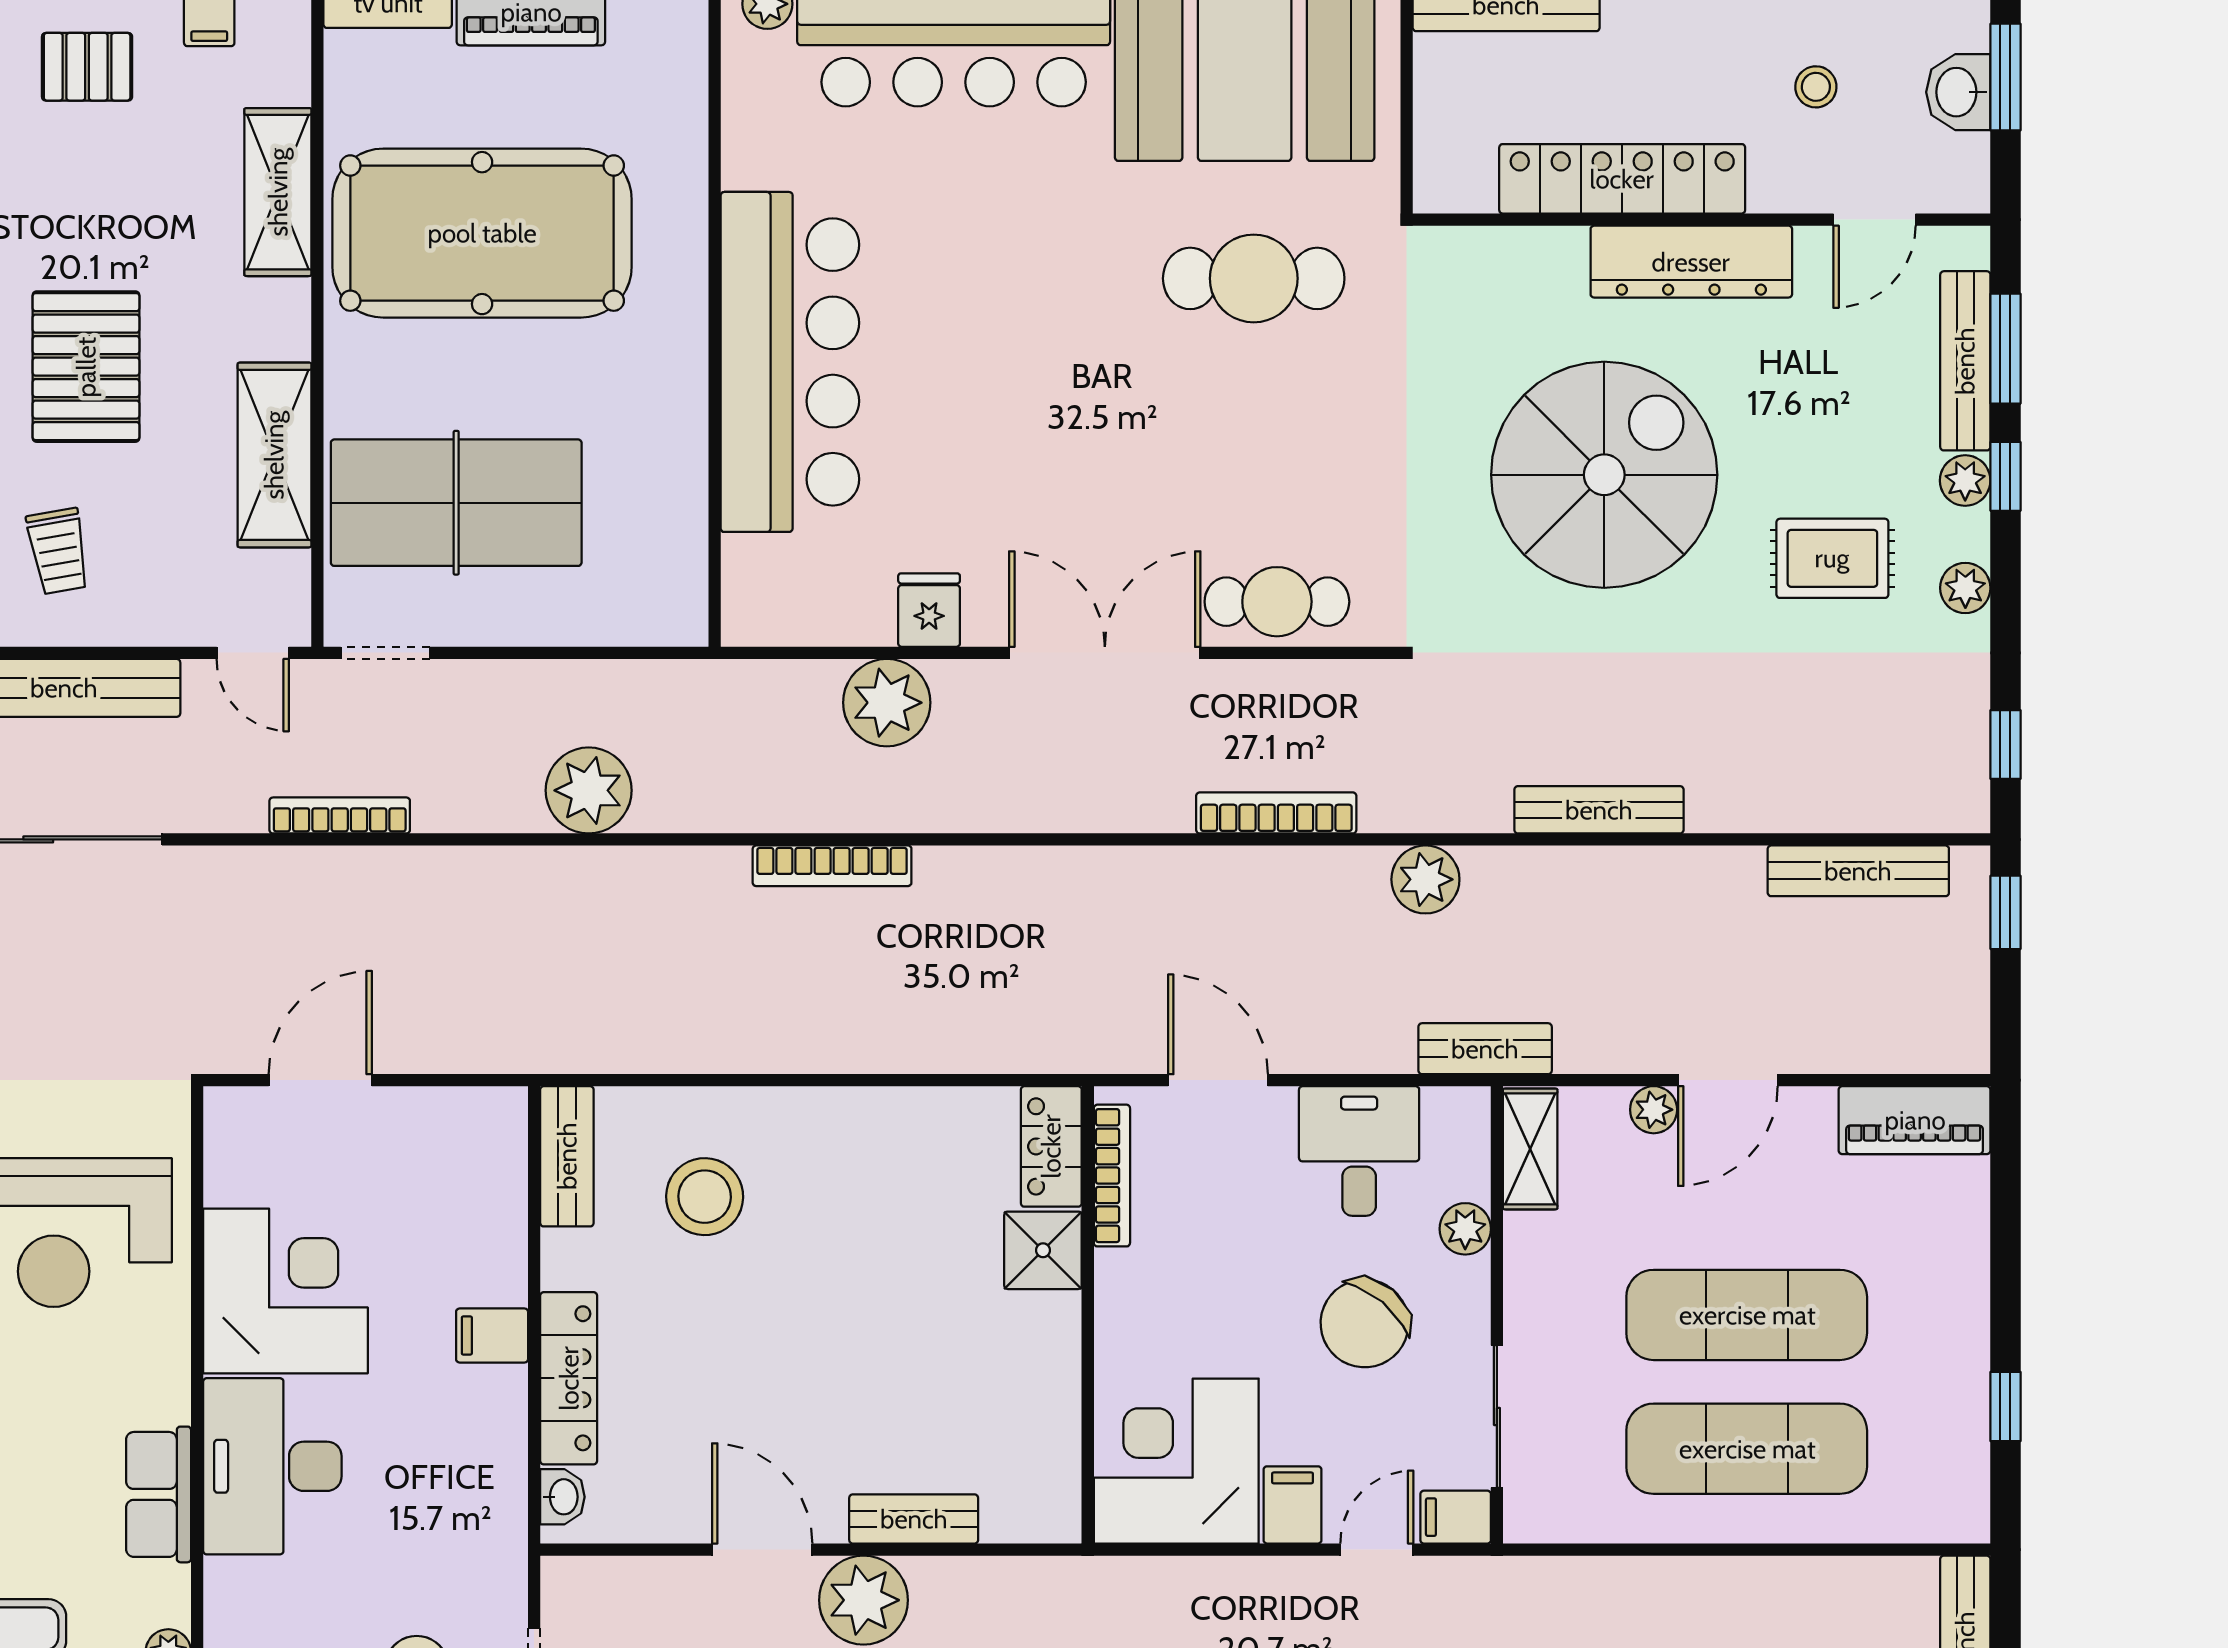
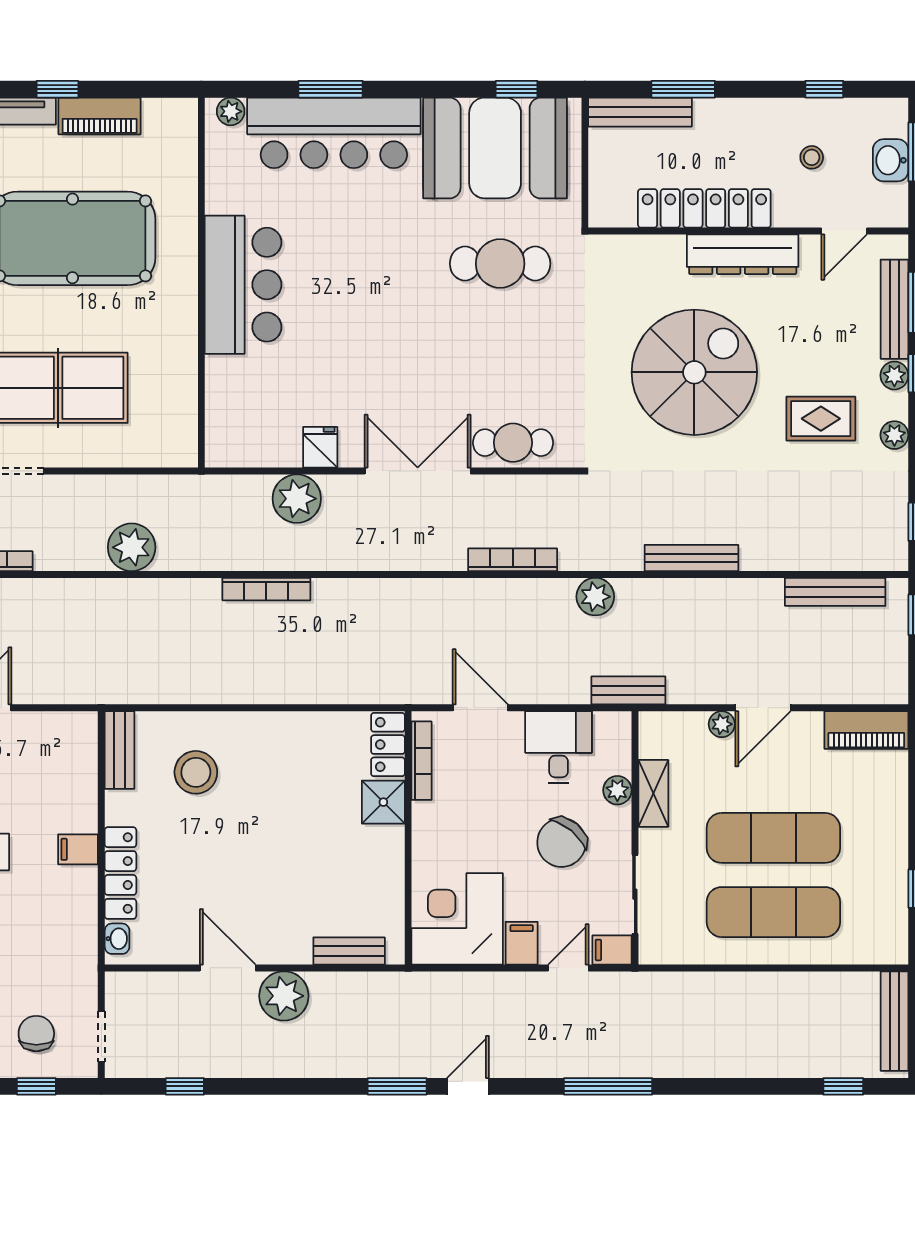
bar counter: (790, 362) -> (243, 285), width x0.73
shelving: (1530, 1149) -> (653, 793), moved
bench: (914, 1519) -> (349, 951), moved

